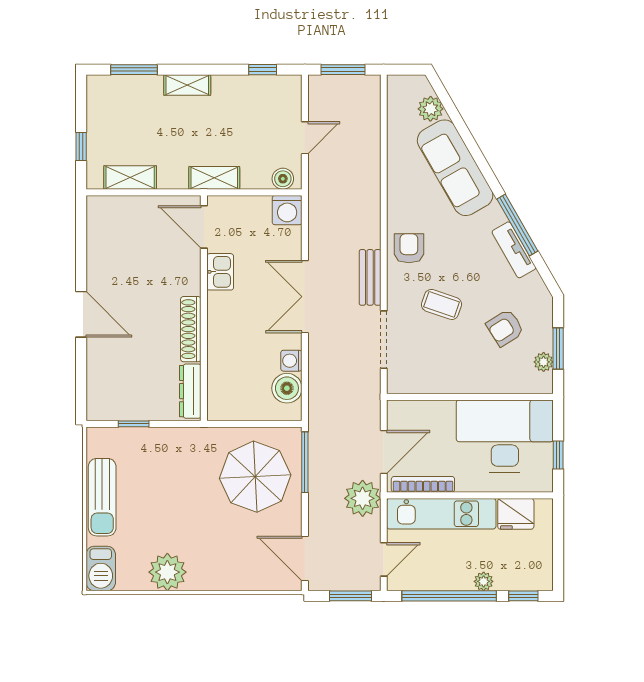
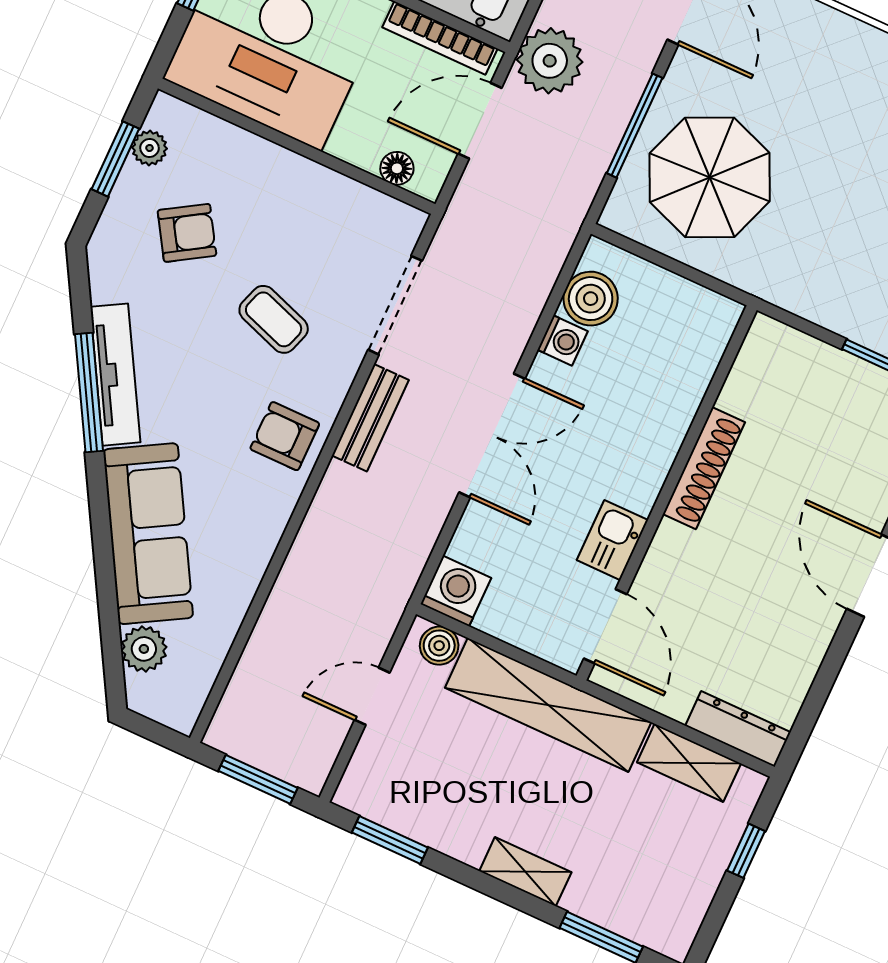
window: (263, 70) -> (390, 840), width x1.50
shelving: (214, 178) -> (548, 705), width x2.20, depth x1.33
armchair: (409, 248) -> (285, 436), turned 90
tv unit: (514, 250) -> (115, 375), width x1.41
dresser: (190, 391) -> (738, 729), moved, turned -90
floor lamp: (414, 409) -> (397, 168), added
window: (305, 462) -> (635, 126), moved

